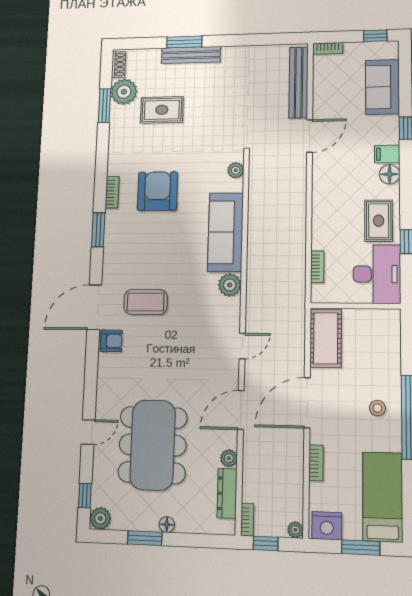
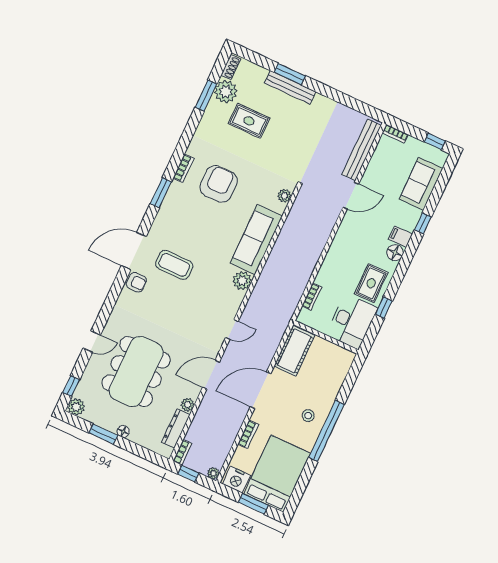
bed: (383, 497) -> (277, 474), width x1.50

